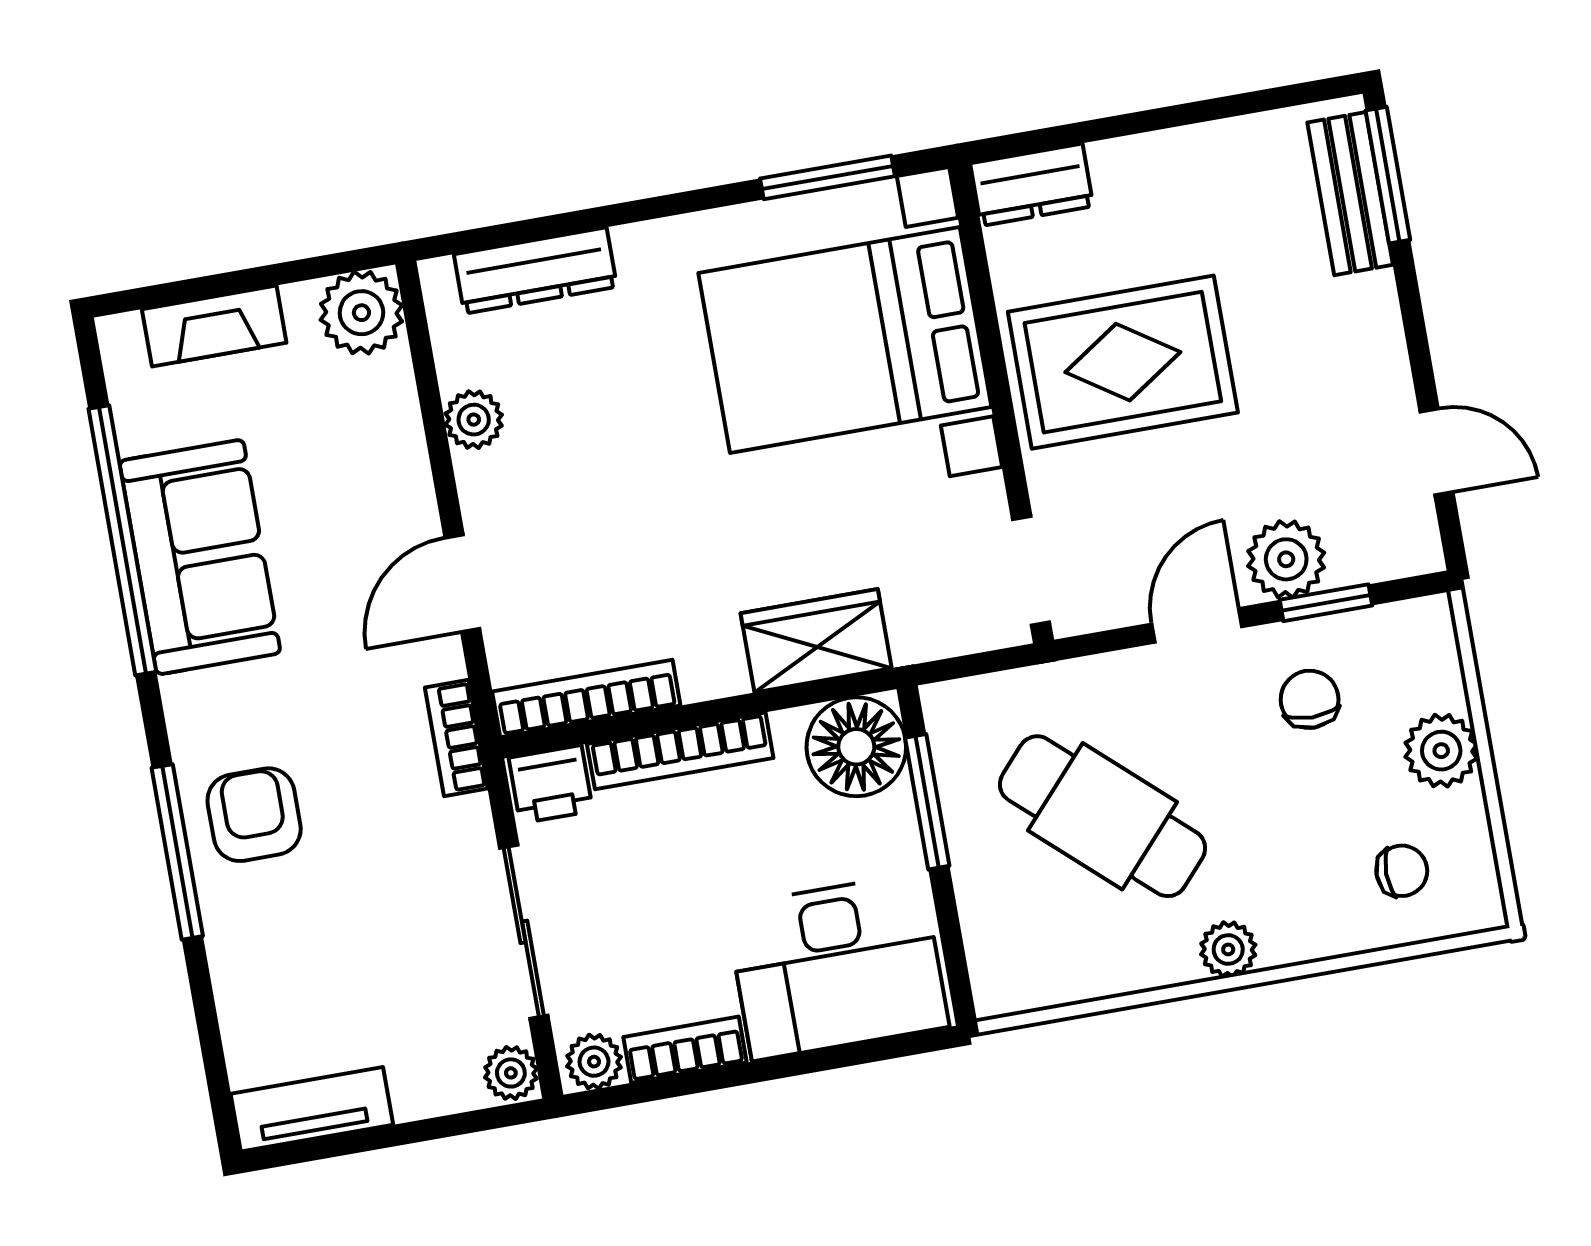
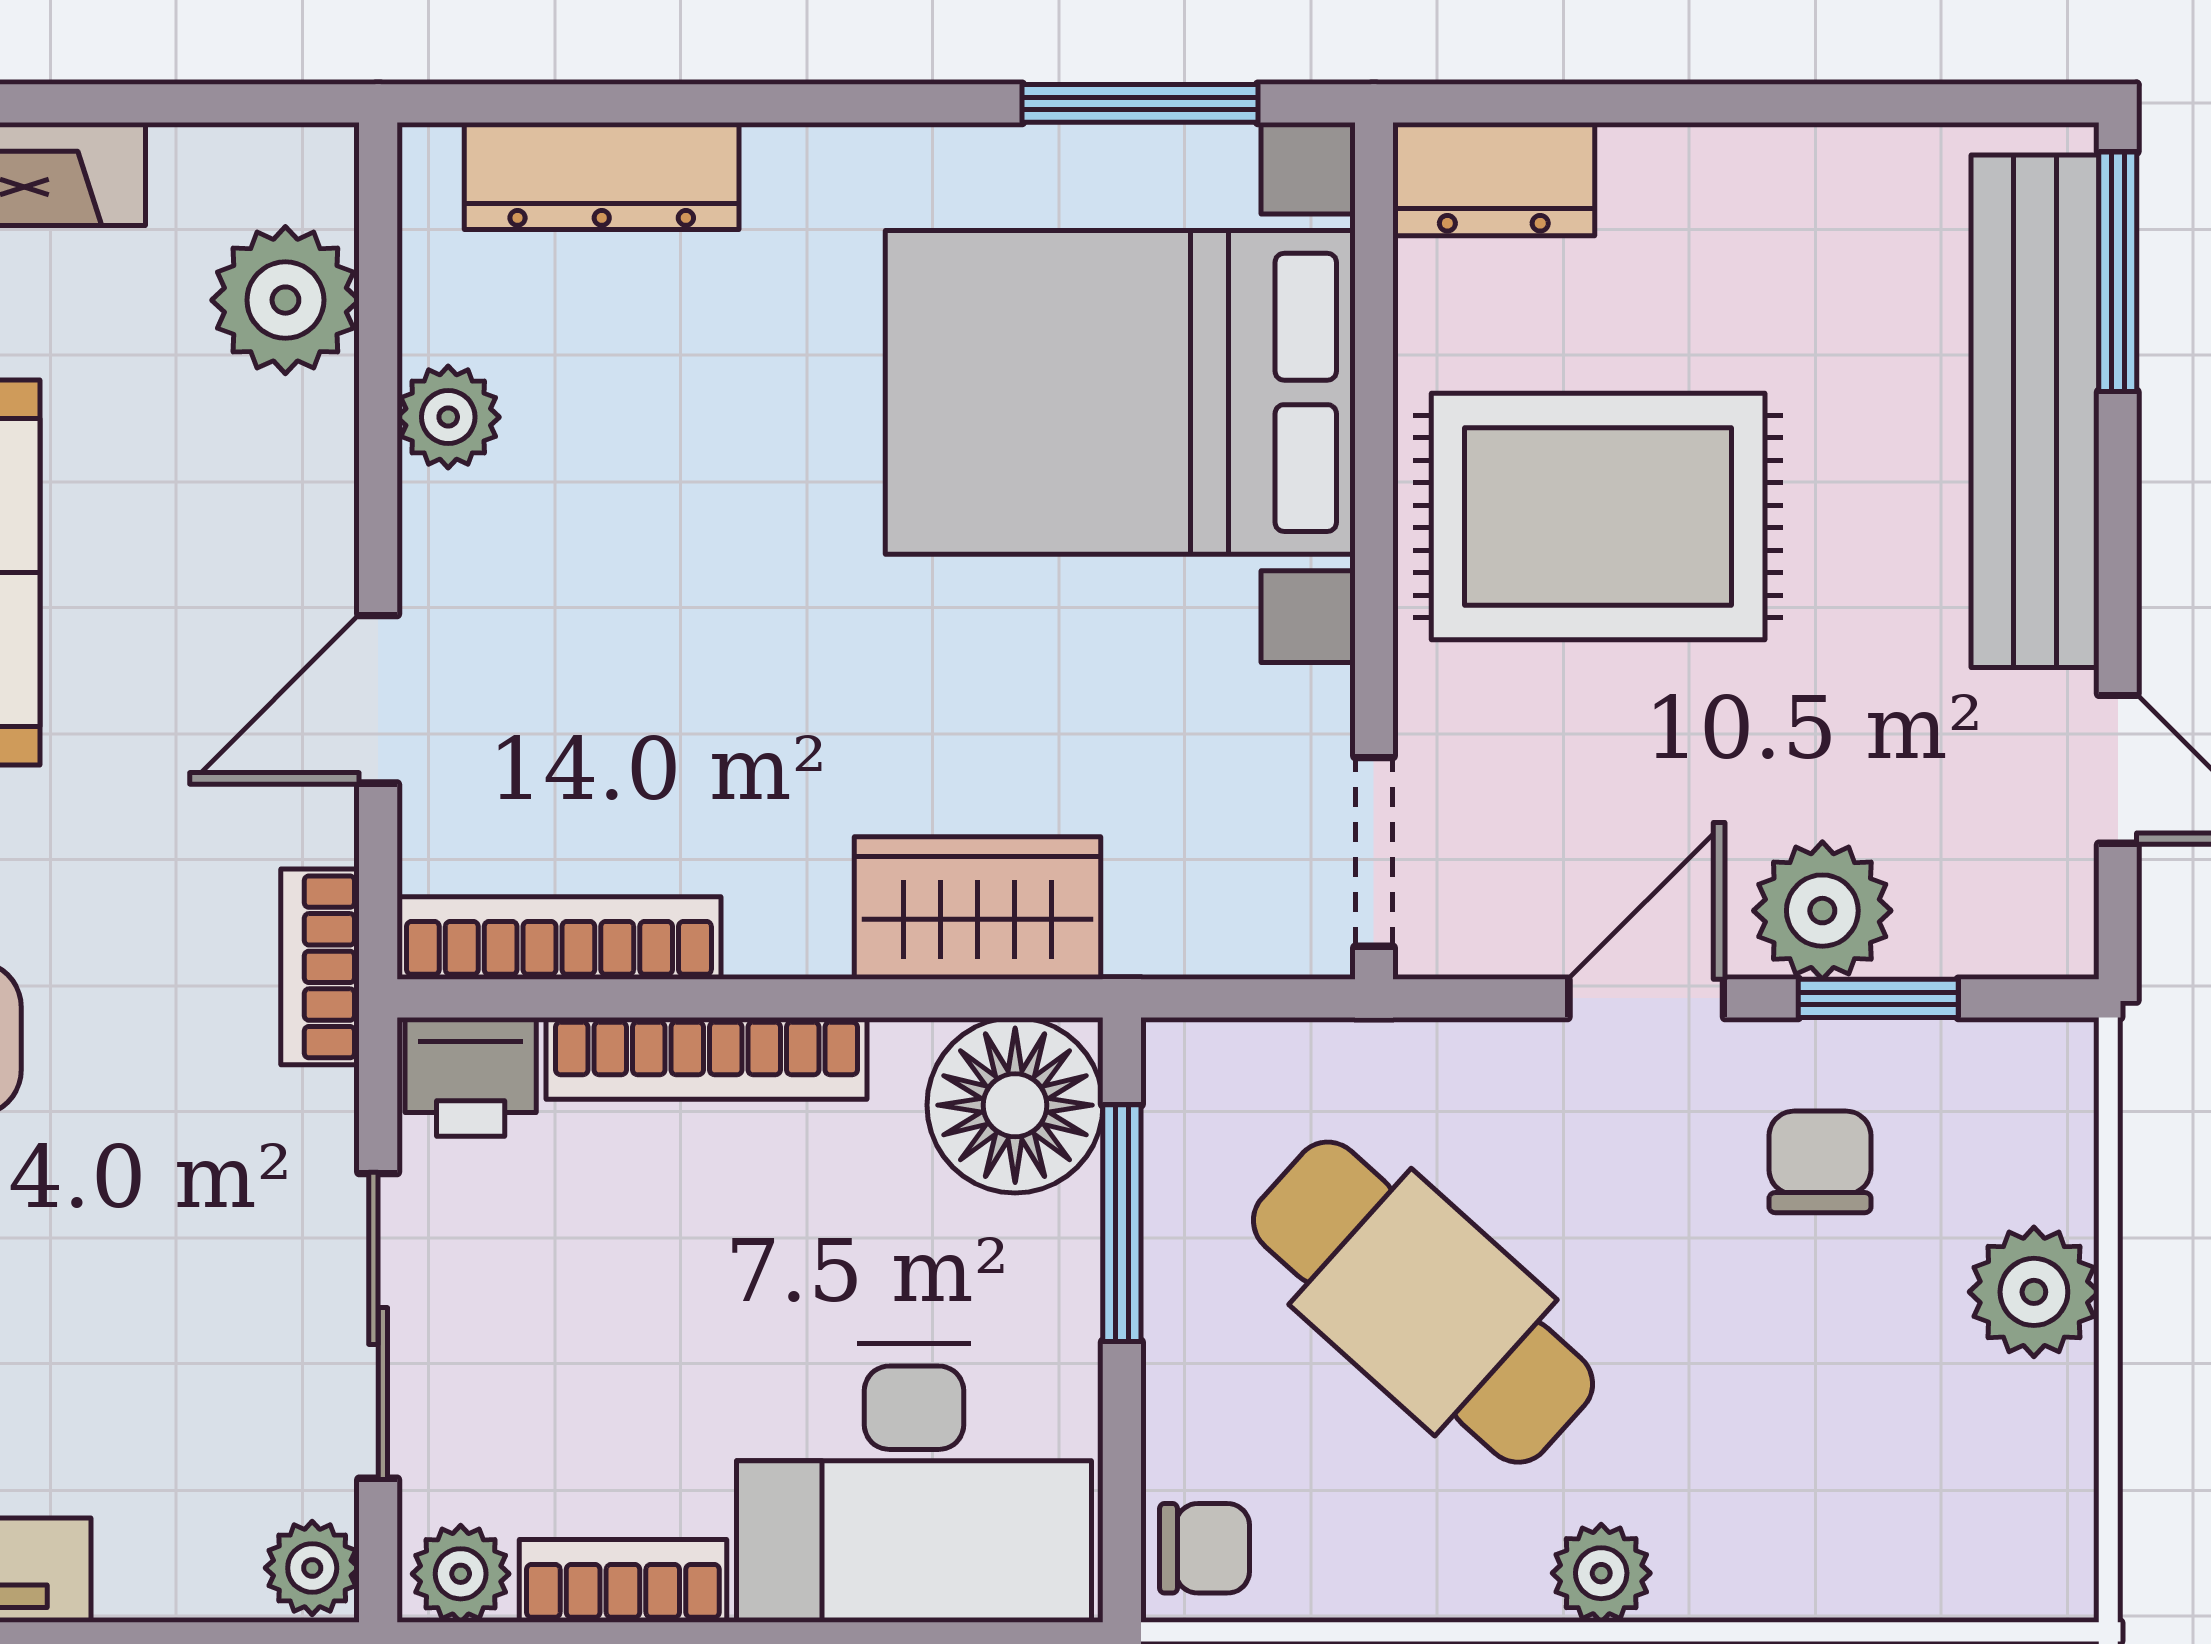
bench: (1350, 194) -> (2035, 411), width x1.86, depth x1.21
plant: (361, 313) -> (285, 300), moved
chair: (1402, 871) -> (1204, 1548), moved

